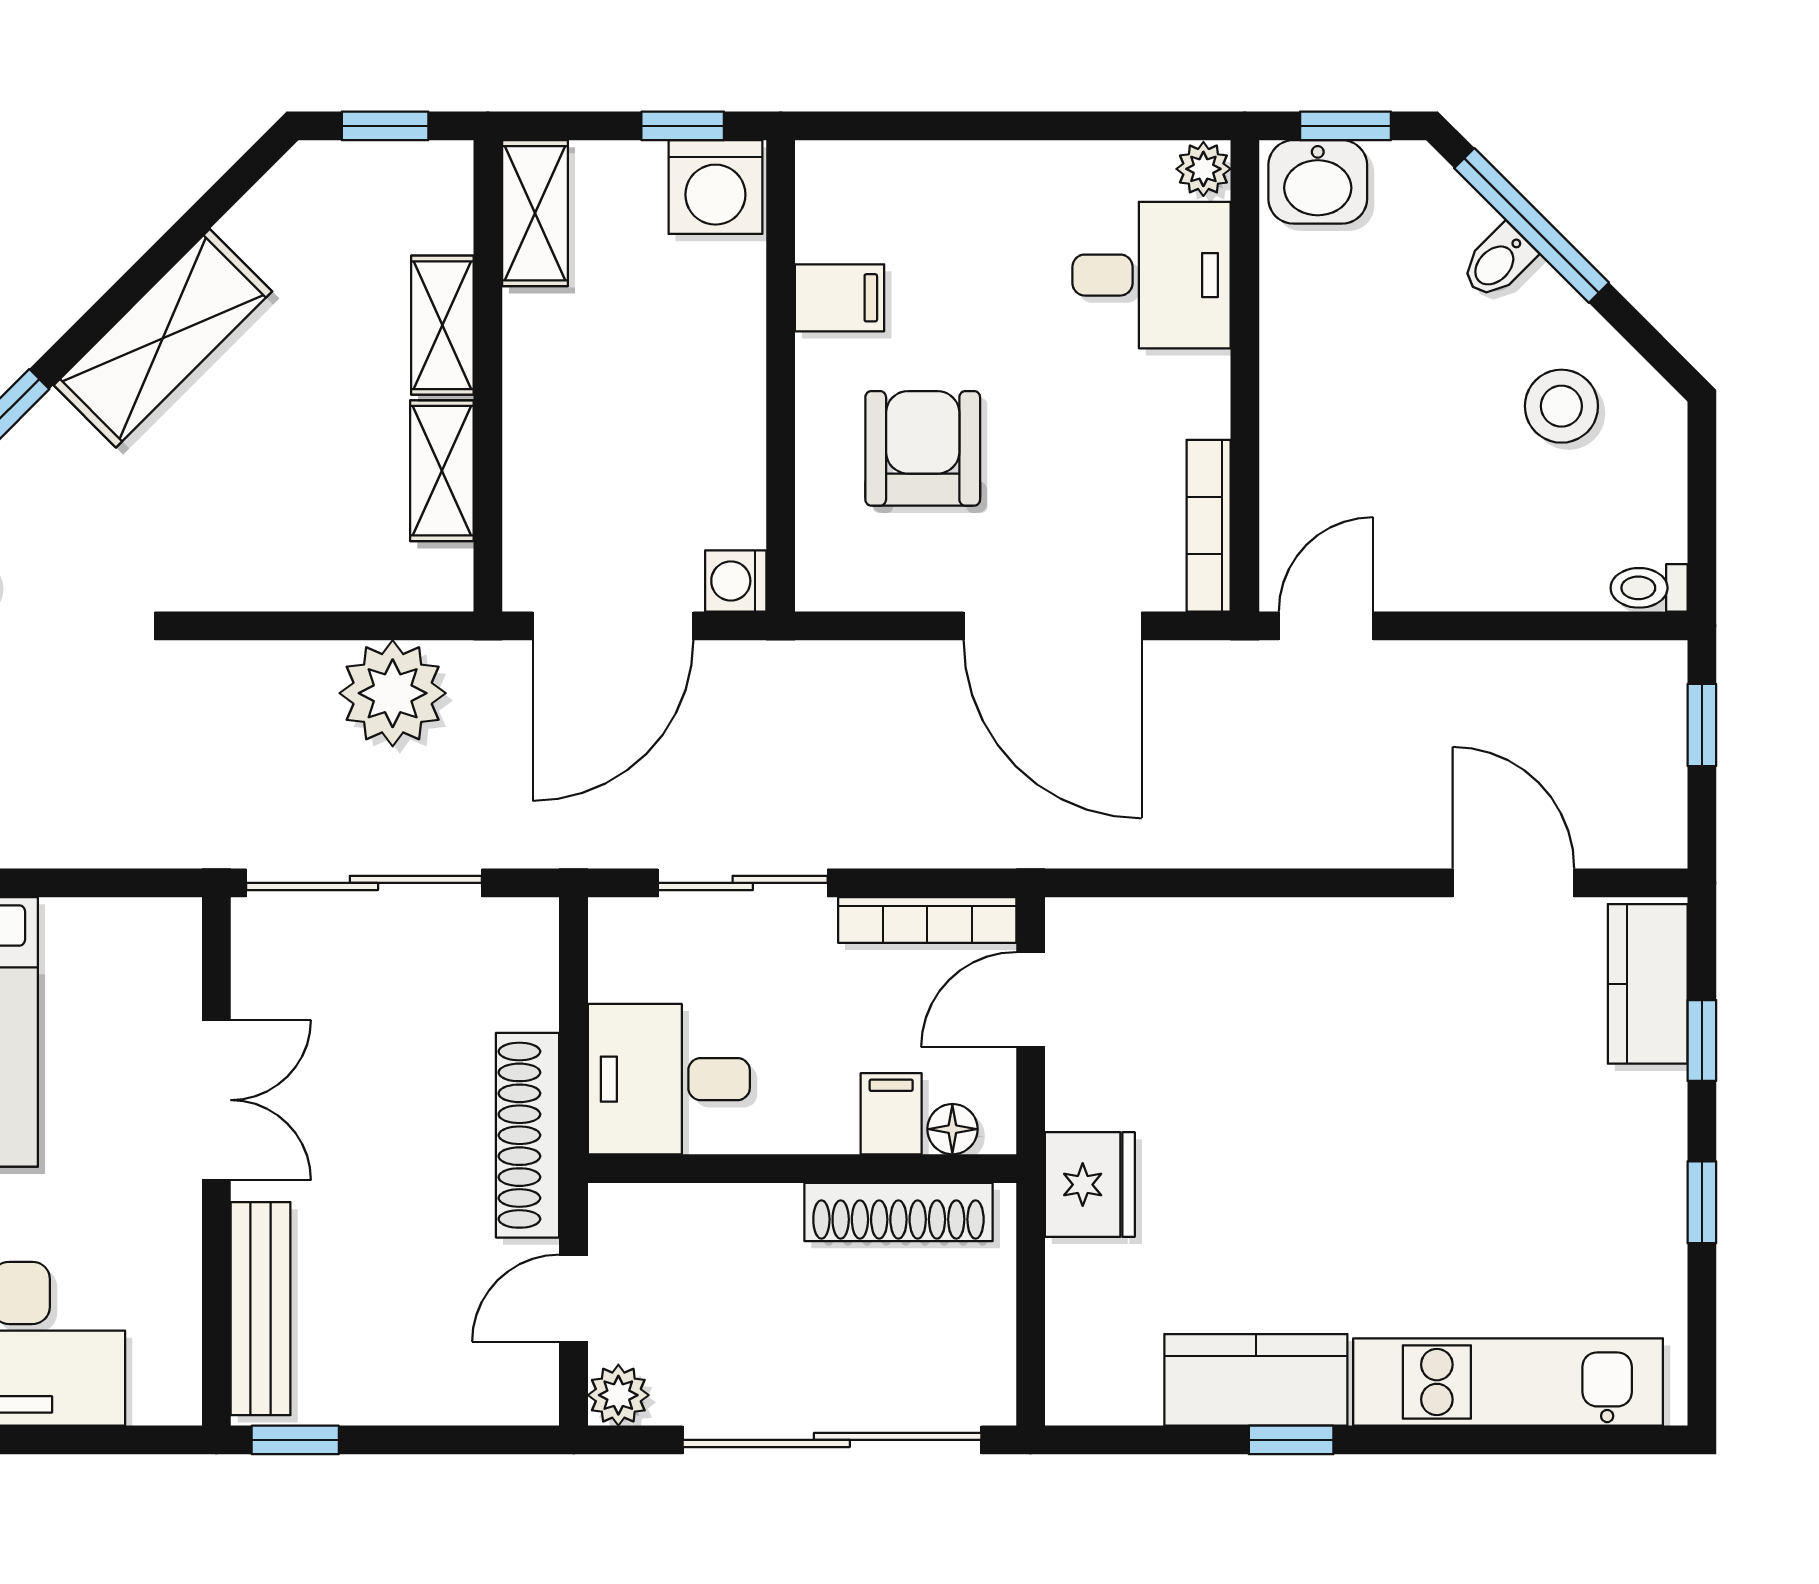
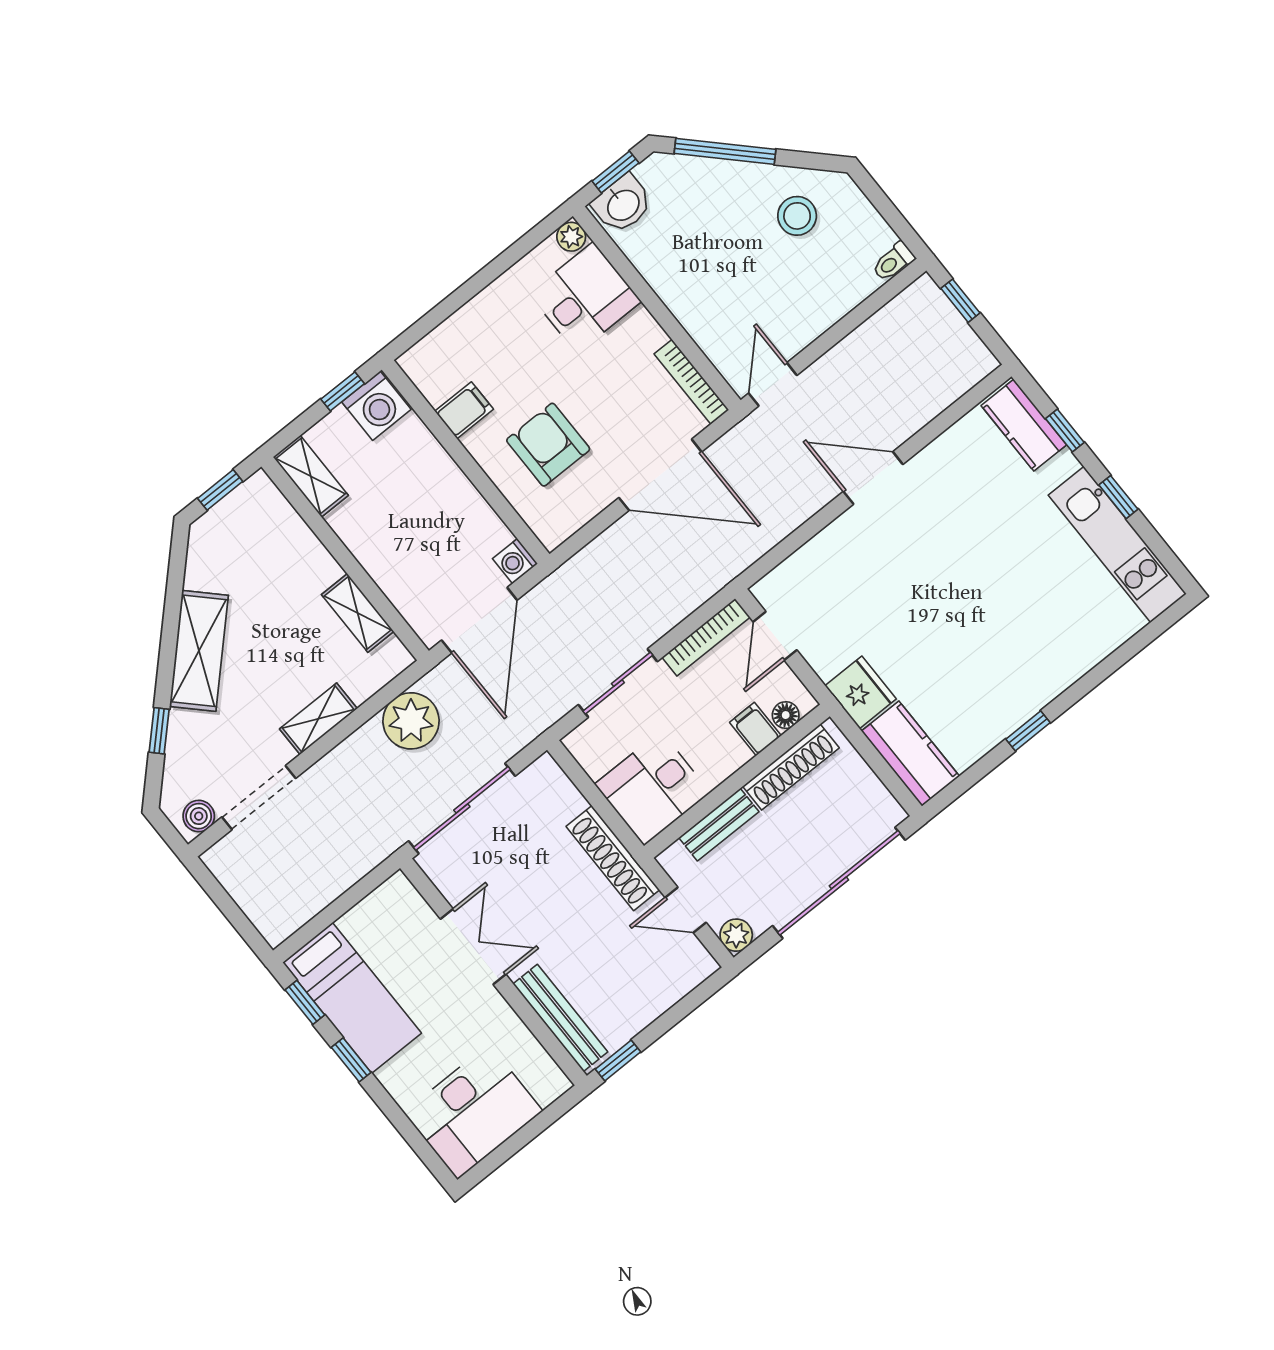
bidet: (1498, 262) -> (723, 178), removed
shelving: (442, 325) -> (318, 719), moved, turned 90
door: (1513, 883) -> (873, 478), moved
bench: (724, 1211) -> (719, 825), added
door: (574, 1298) -> (686, 910), hinge flipped
kitchen counter: (1256, 1380) -> (910, 754), moved, turned 90
kitchen unit: (1508, 1382) -> (1117, 544), moved, turned -90

